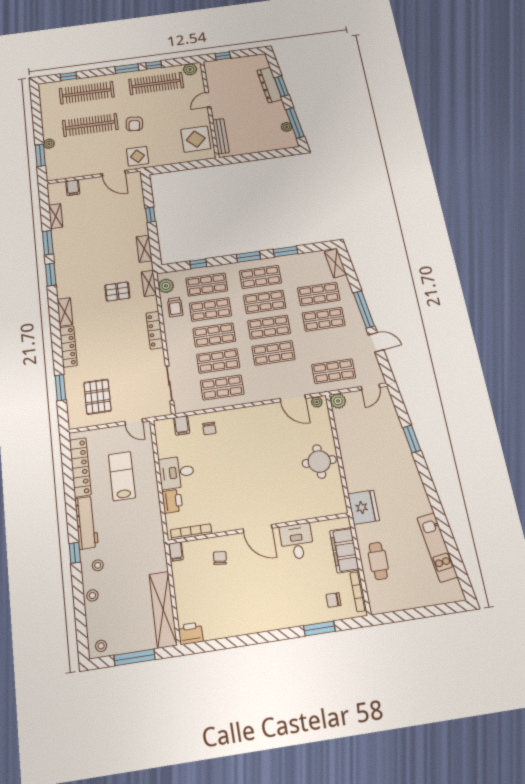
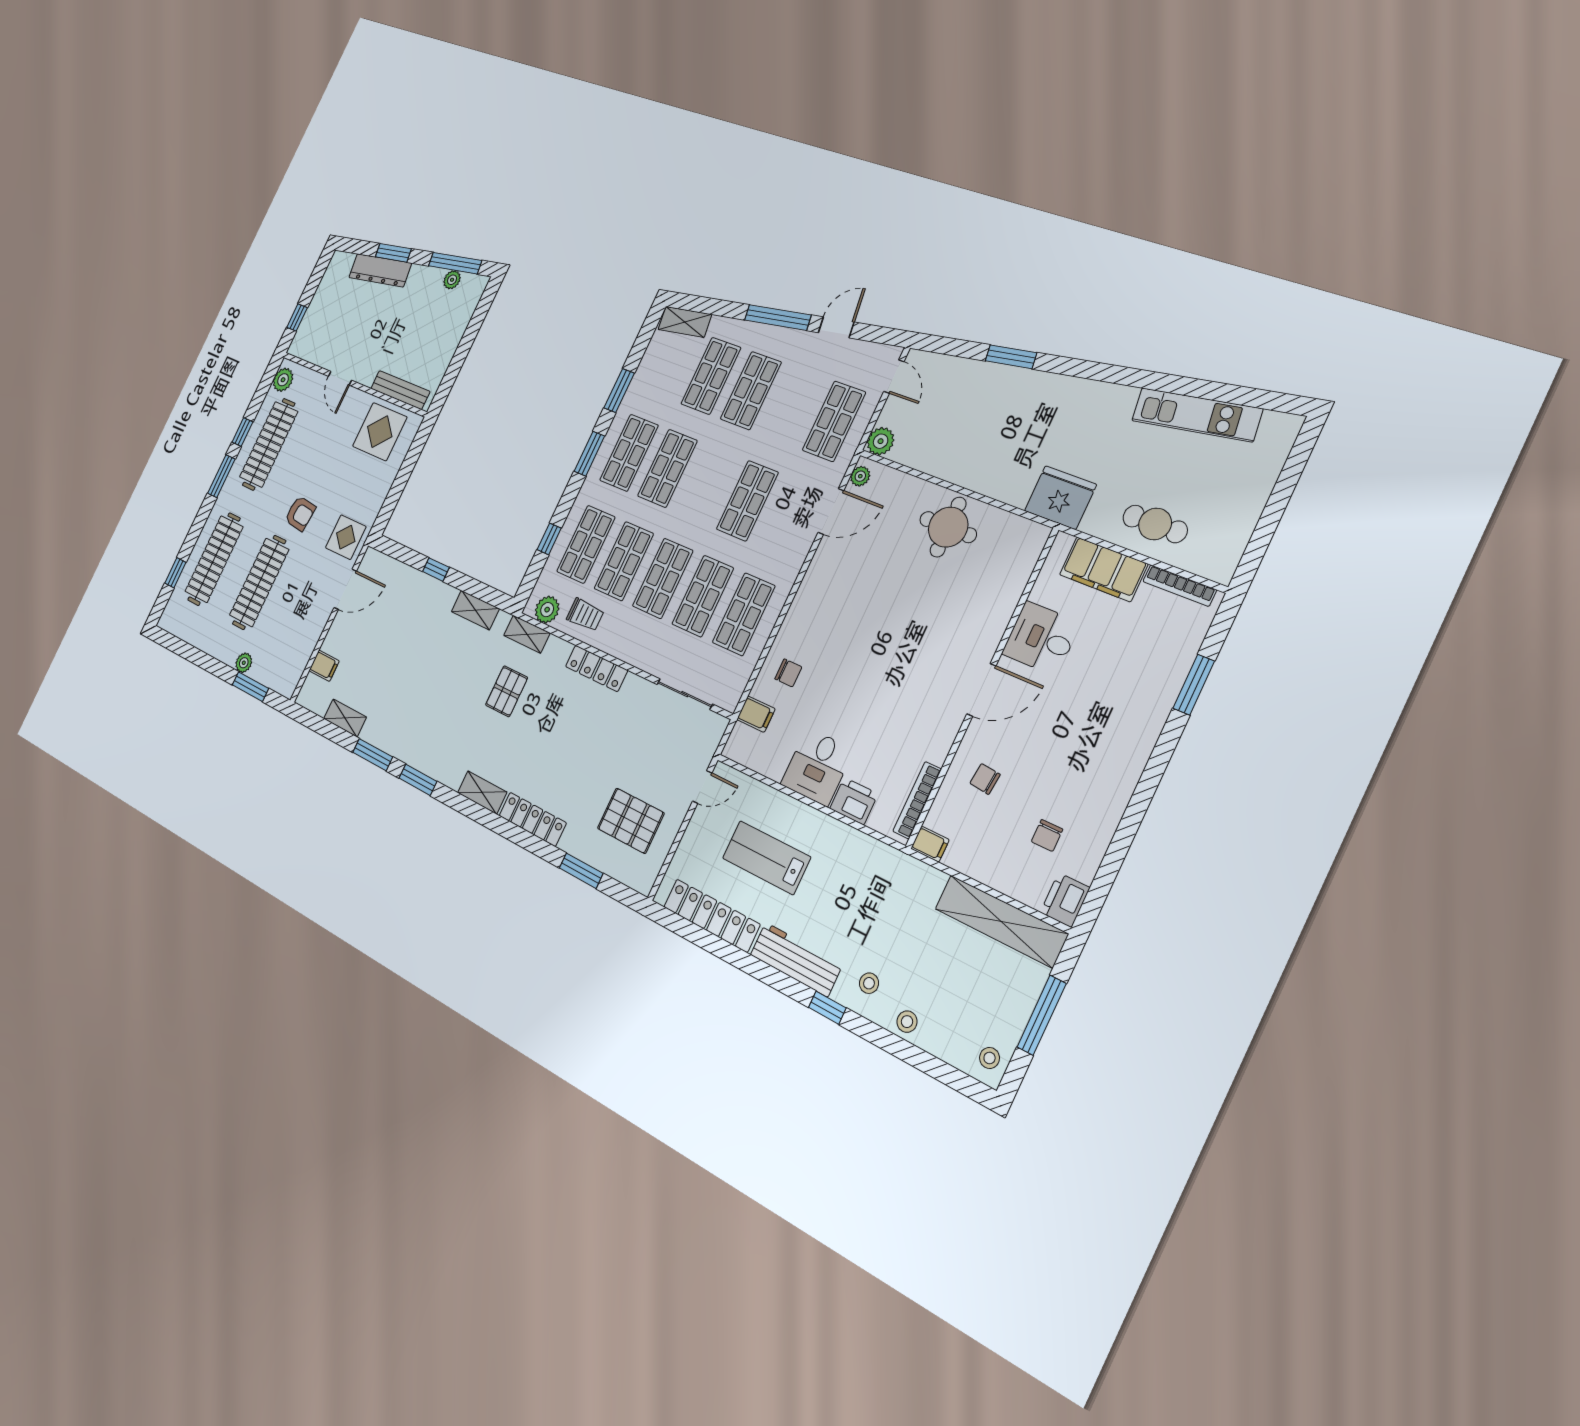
shop shelf: (269, 327) -> (707, 484), removed
chair: (333, 600) -> (1047, 835), moved

